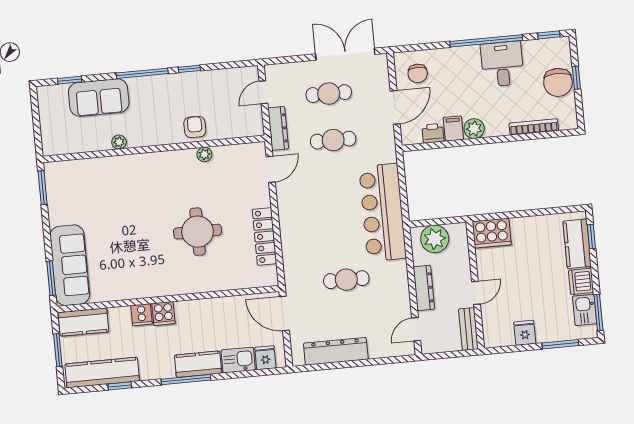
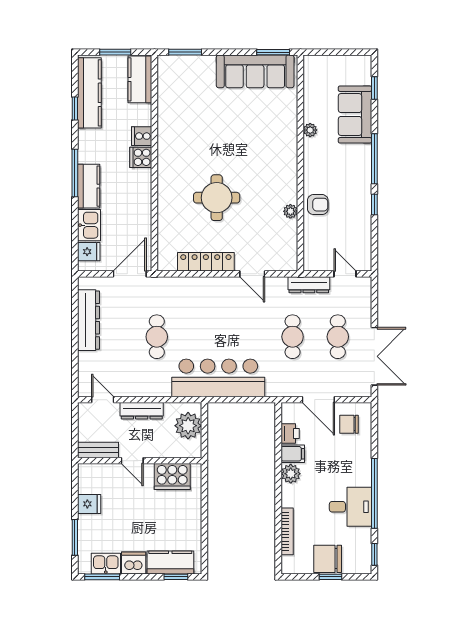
door: (271, 169) -> (252, 274), moved
cooker: (492, 233) -> (172, 476), moved, turned -90
sofa: (70, 265) -> (255, 71), moved

